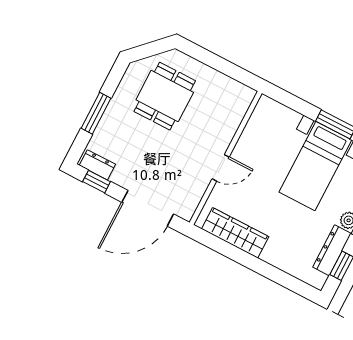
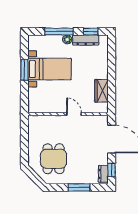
dining table: (165, 96) -> (54, 159), turned 90
wardrobe: (235, 233) -> (102, 91), width x0.67

